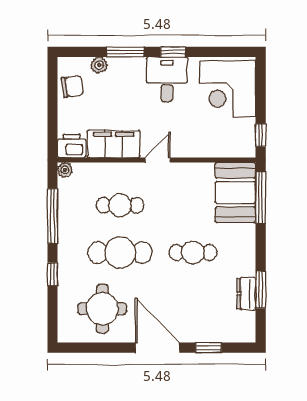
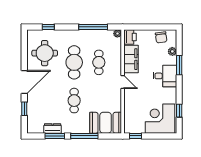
window: (173, 52) -> (179, 111), moved
desk: (167, 79) -> (165, 76), moved
window: (261, 198) -> (84, 136), moved
window: (52, 274) -> (48, 27), moved

